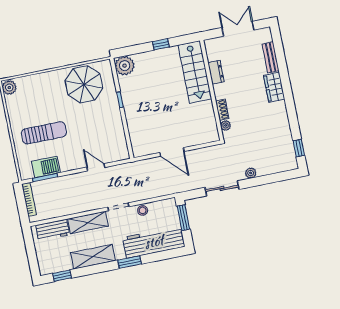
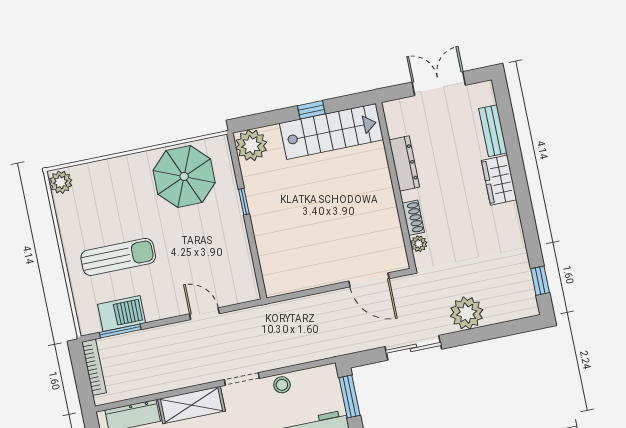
stairs: (195, 72) -> (331, 131), moved, turned -90
dresser: (216, 72) -> (404, 163), width x1.44
door: (172, 152) -> (369, 280), moved
plant: (251, 173) -> (467, 313), width x1.88, depth x1.88

